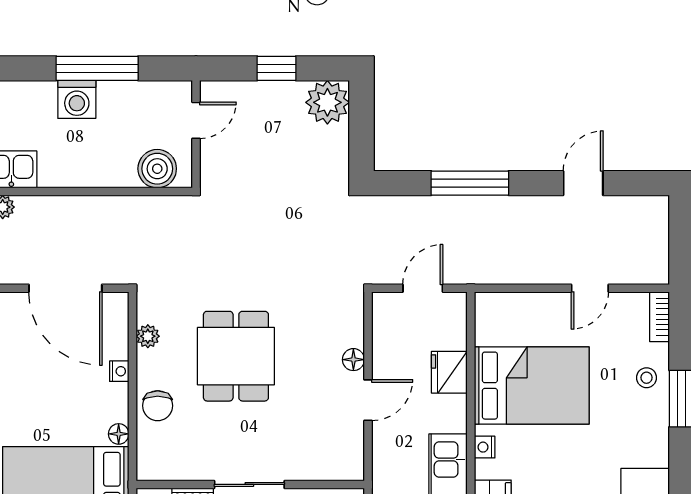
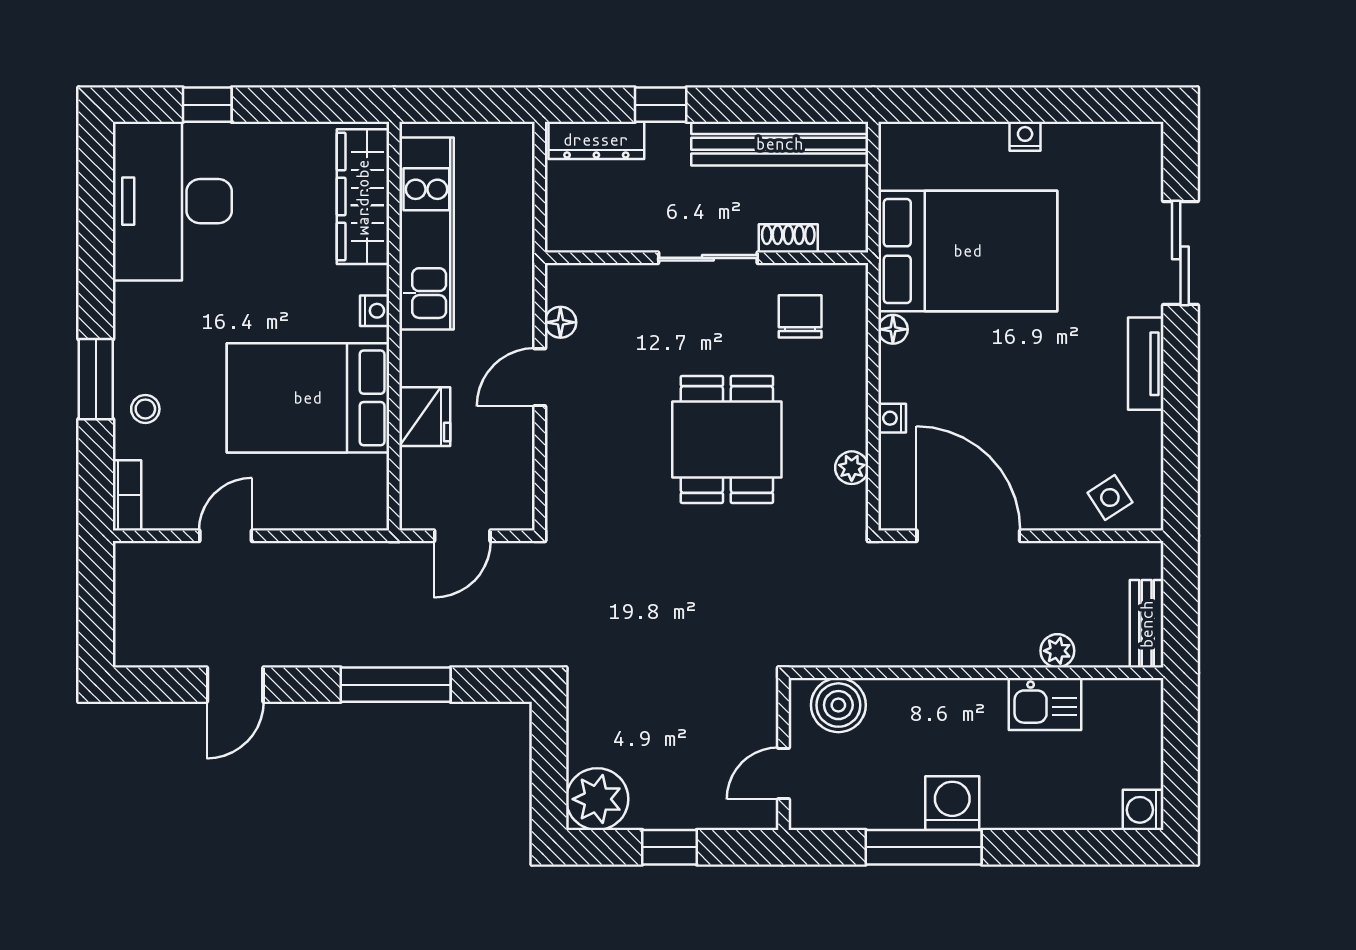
floor lamp: (353, 360) -> (560, 322), moved
chair: (158, 406) -> (800, 316), moved

